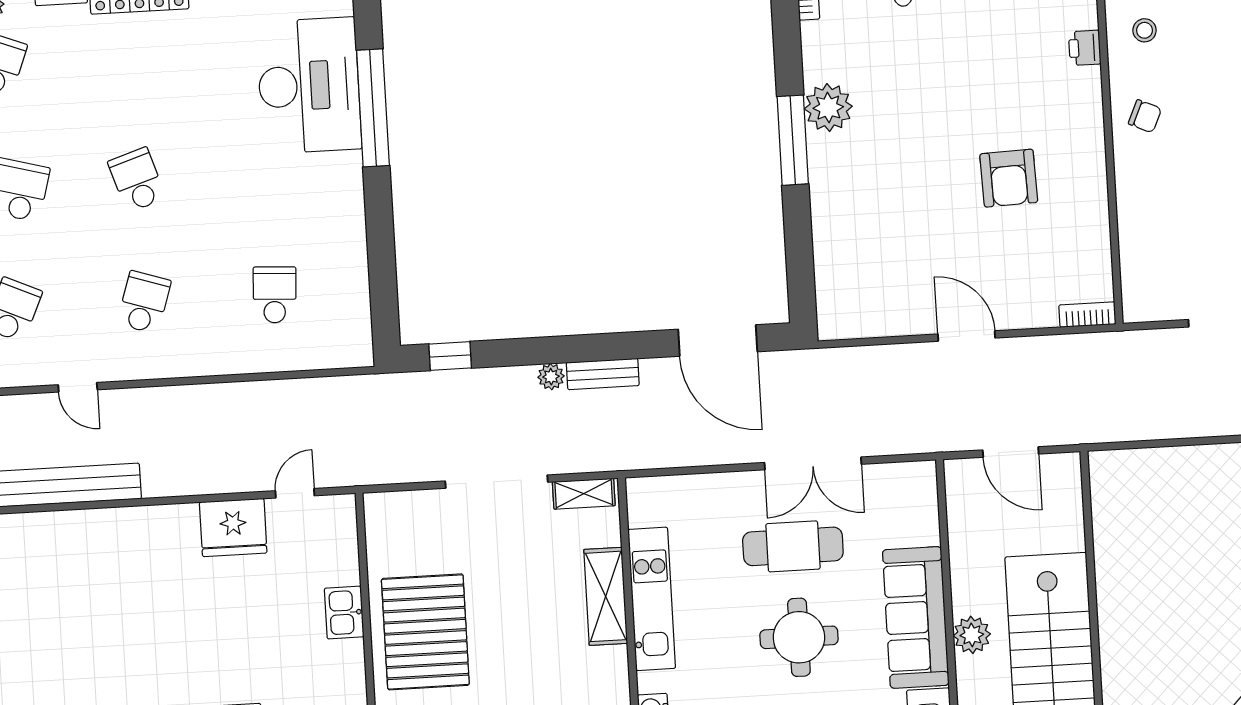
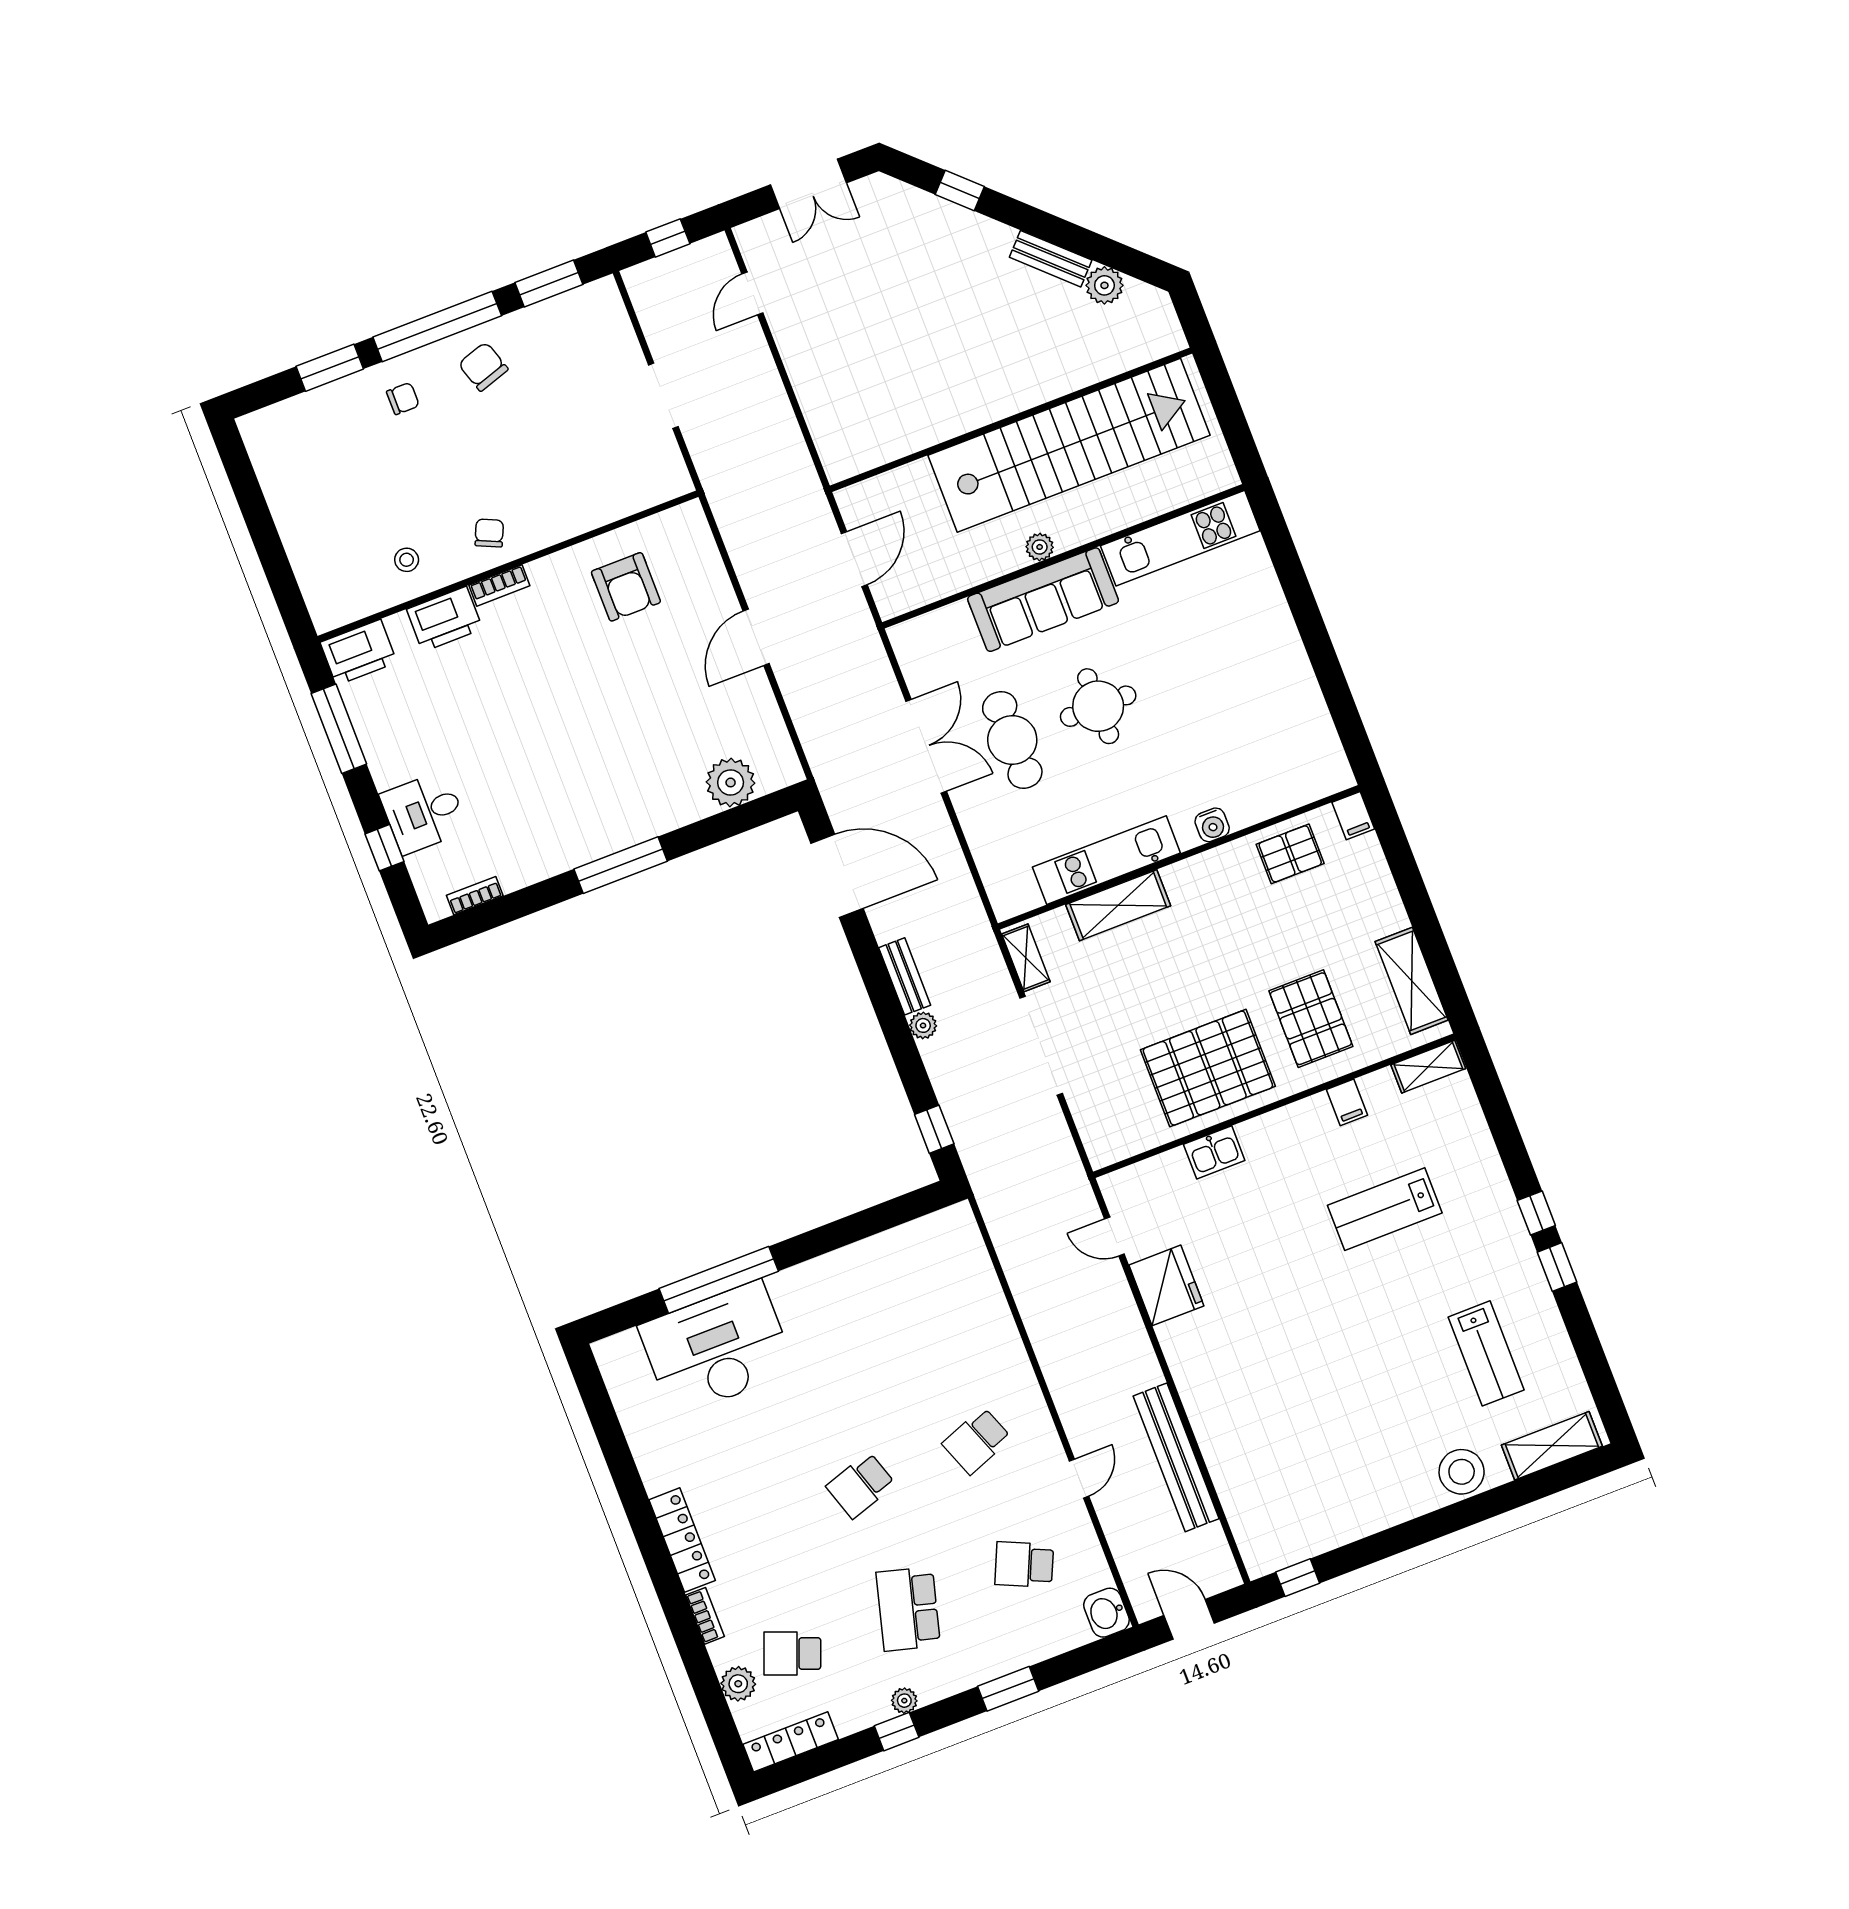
printer: (1085, 48) -> (445, 619), width x1.87, depth x1.48
plant: (828, 108) -> (731, 782), moved
armchair: (1009, 178) -> (626, 587), moved, turned 92
school desk: (275, 295) -> (929, 1317), removed
school desk: (144, 302) -> (977, 1441), turned -39
bookcase: (1087, 315) -> (499, 585), moved, turned -90
door: (718, 341) -> (837, 876), hinge flipped
plant: (972, 635) -> (1040, 547), width x0.73, depth x0.73

